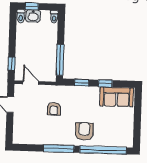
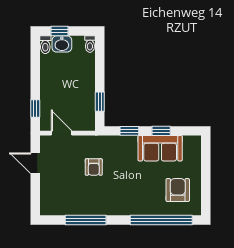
window: (60, 60) -> (100, 102), width x0.46
sofa: (117, 97) -> (160, 148), moved
armchair: (84, 131) -> (178, 190), moved
window: (59, 149) -> (86, 220), moved

